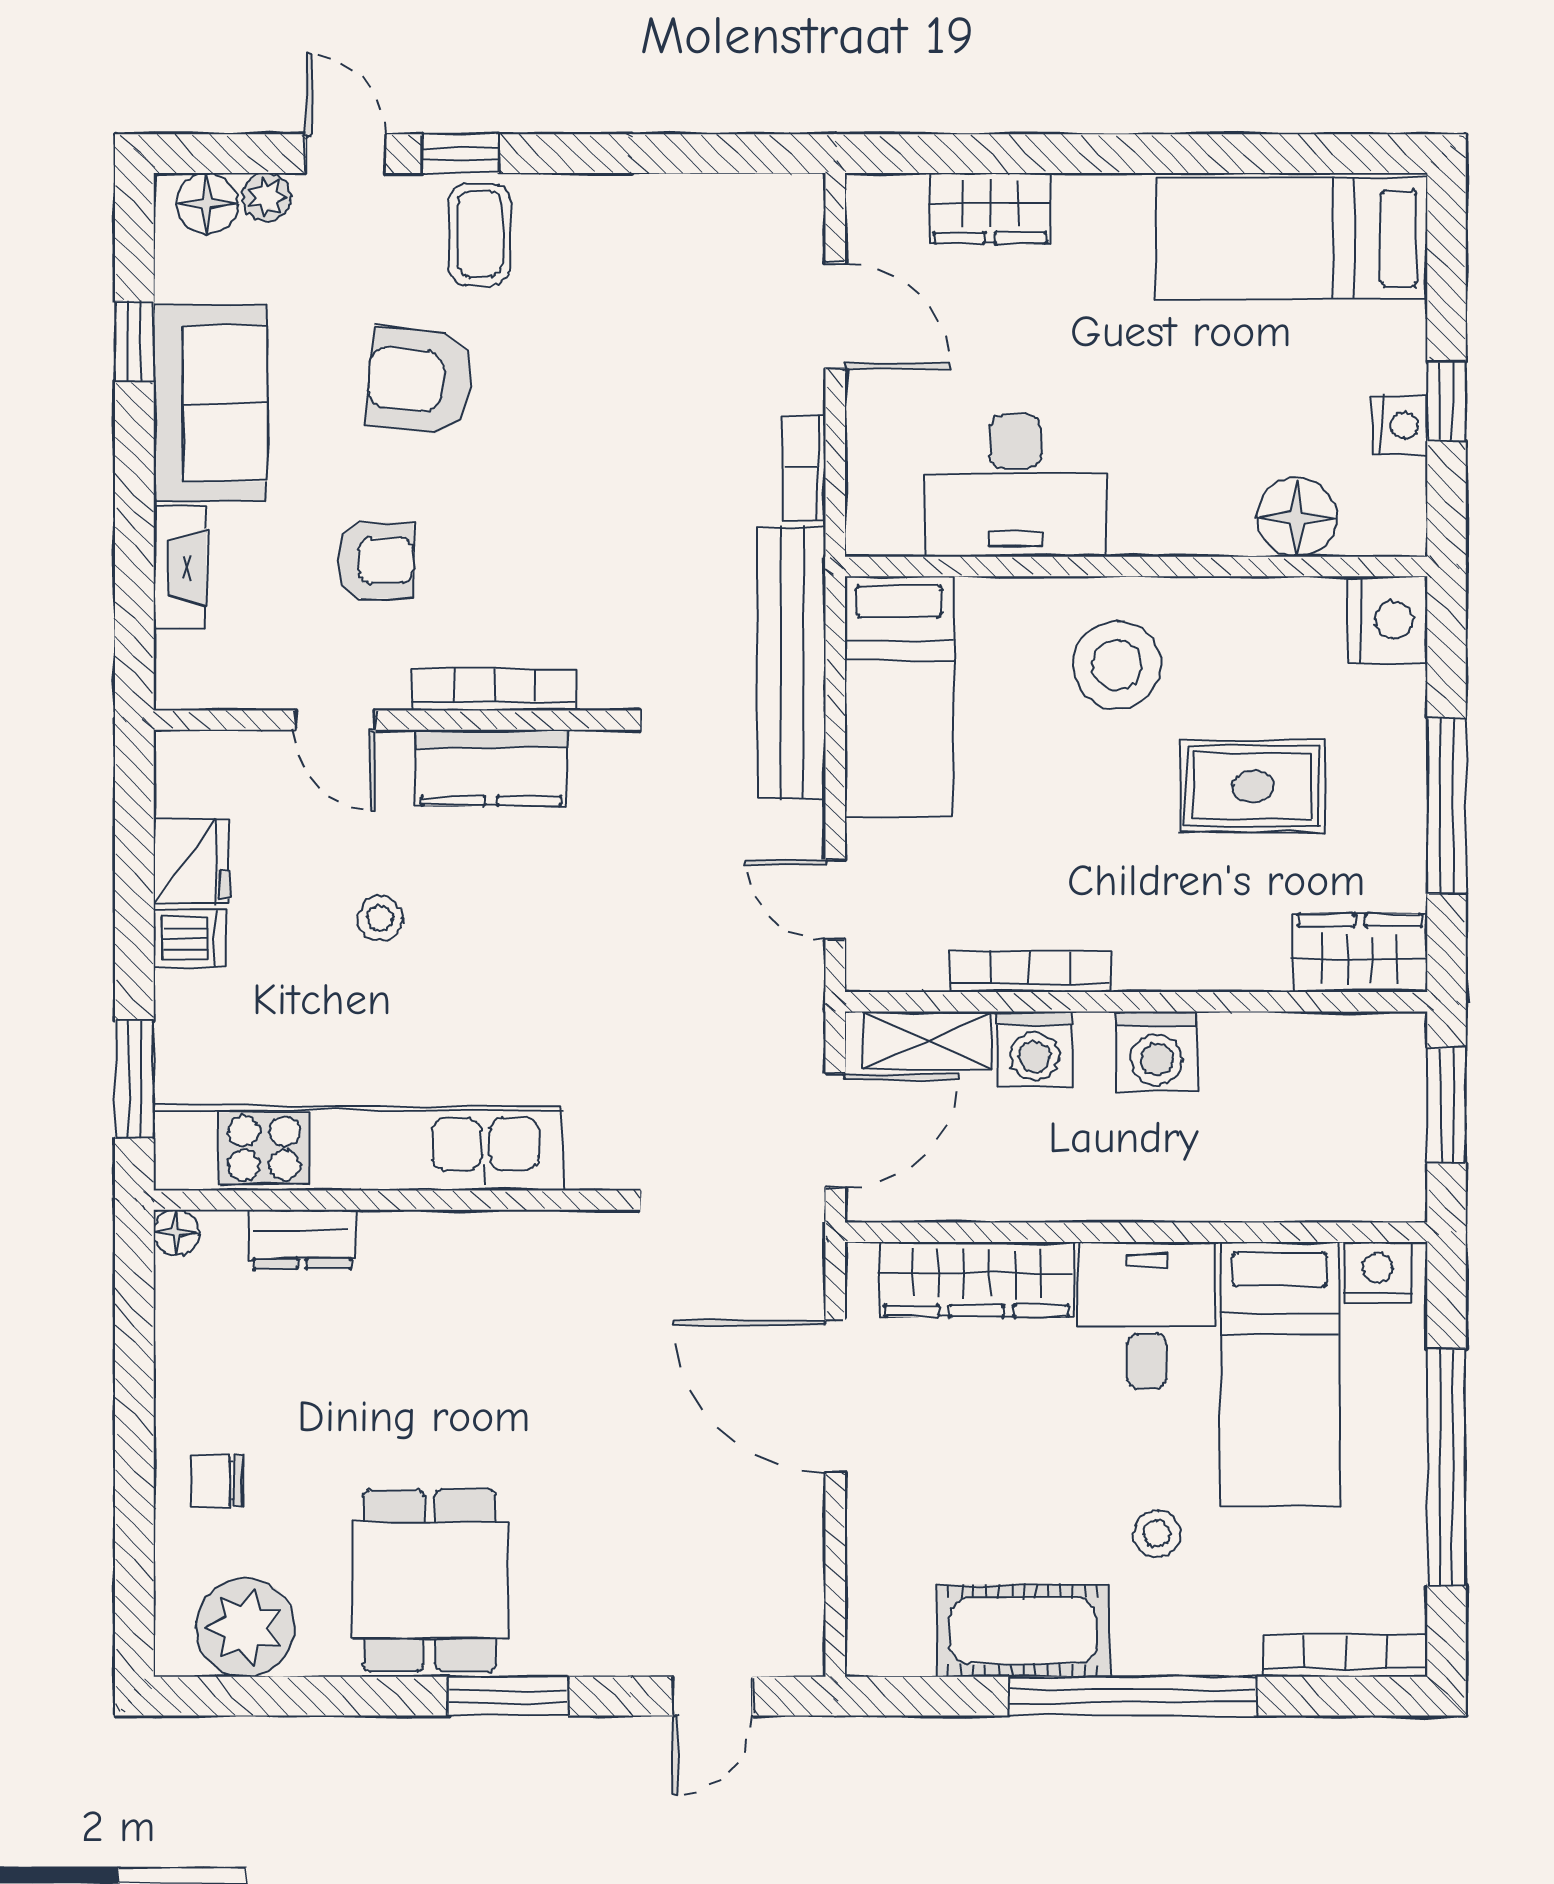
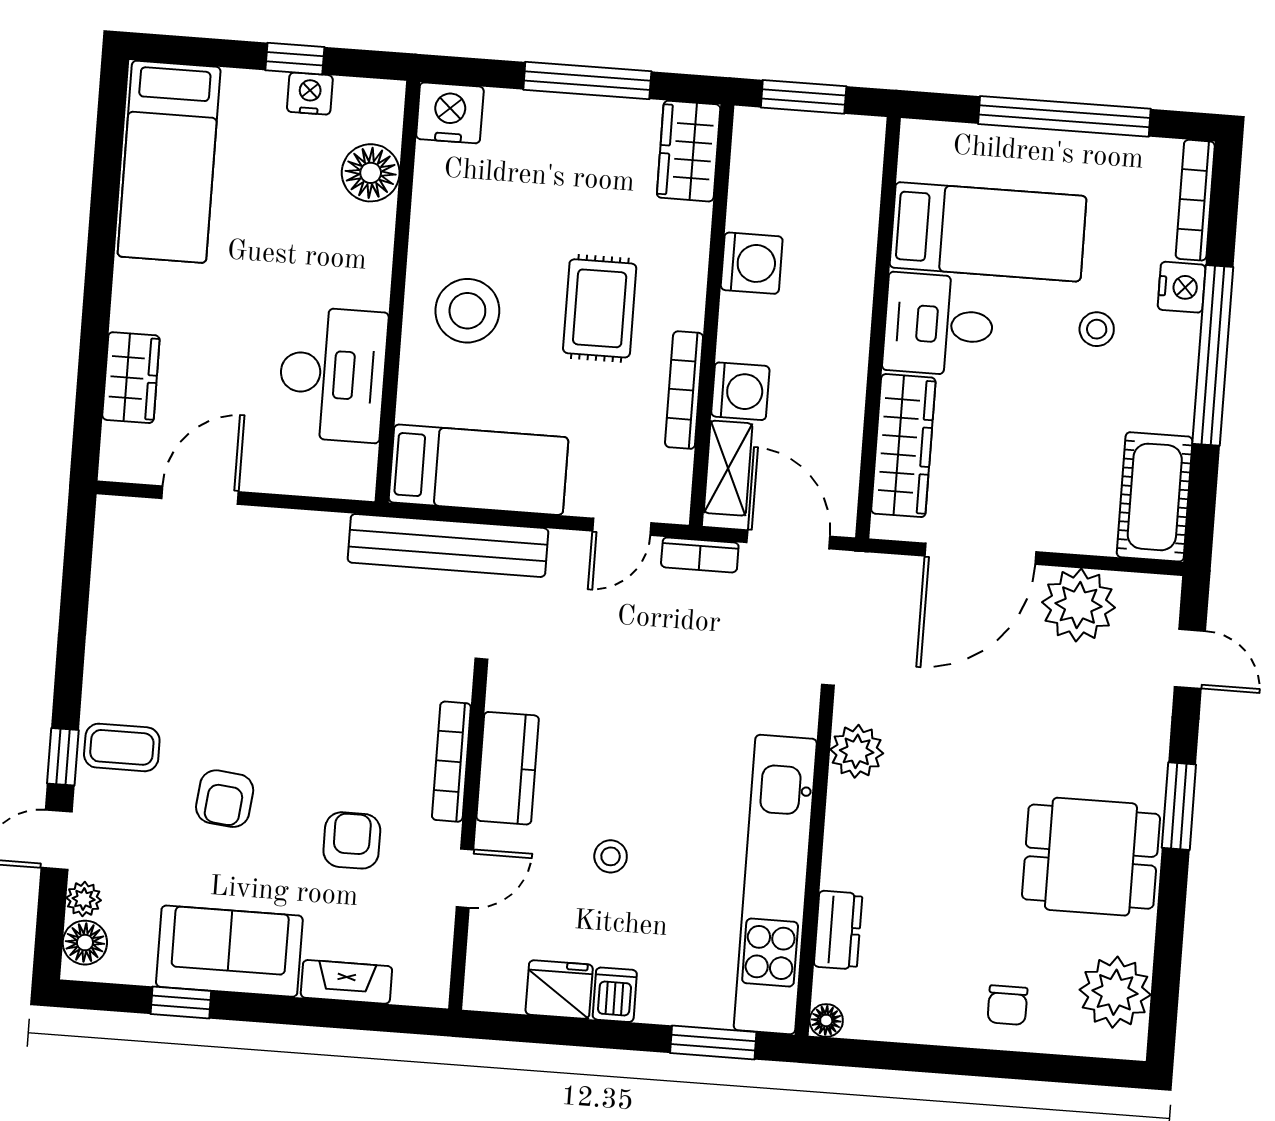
armchair: (420, 381) -> (225, 799), width x0.72, depth x0.72
bookcase: (805, 468) -> (700, 555), moved
rug: (1253, 786) -> (600, 308), moved
washing machine: (1157, 1051) -> (752, 263), moved
plant: (550, 1247) -> (857, 751), added
nightstand: (1378, 1273) -> (1182, 287), moved, turned 180
plant: (775, 1537) -> (1079, 605), added
cot: (1023, 1631) -> (1155, 497), moved

